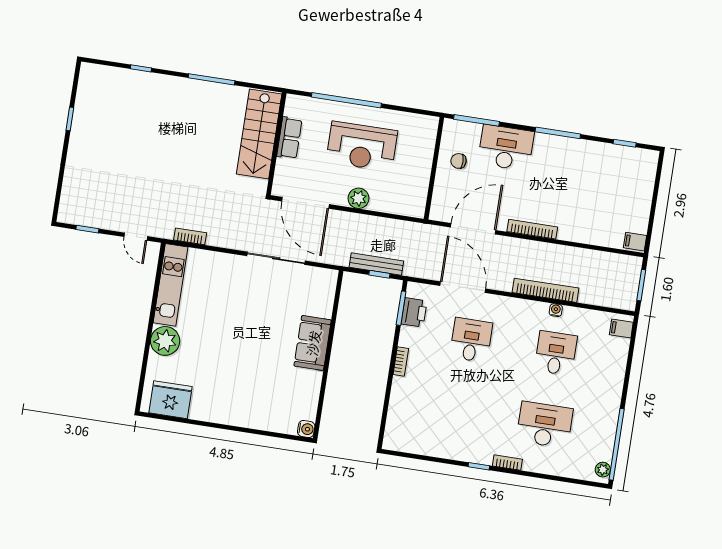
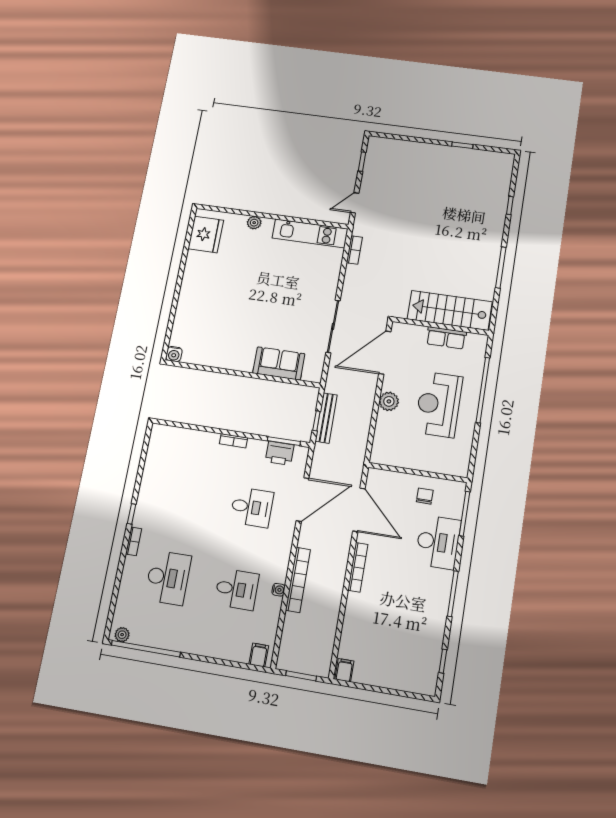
plant: (165, 341) -> (254, 223), width x0.53, depth x0.53
sofa: (313, 343) -> (279, 363), moved

